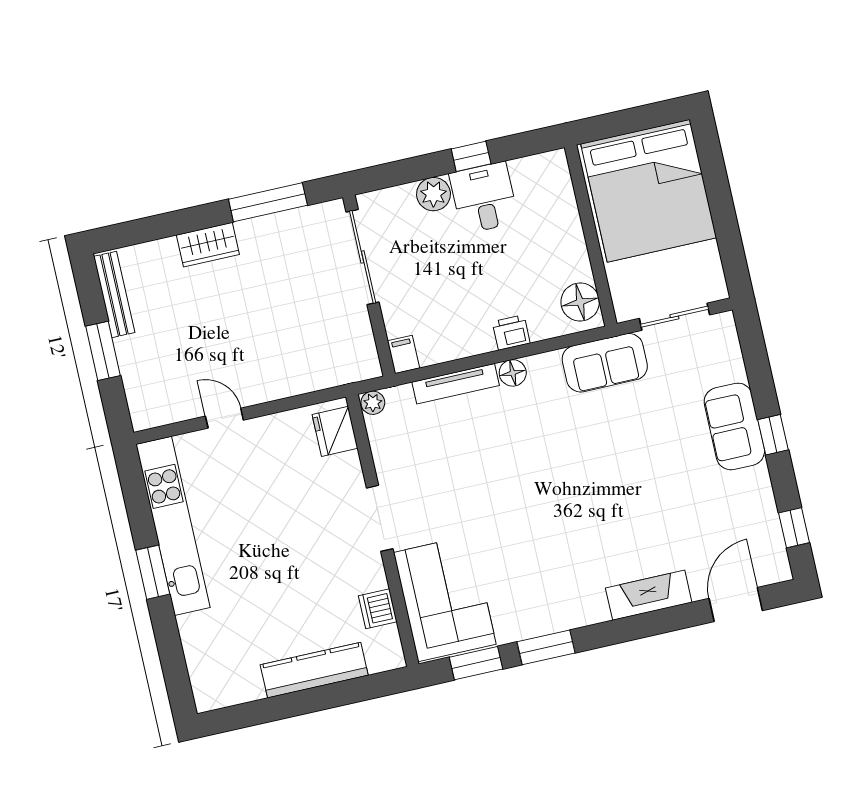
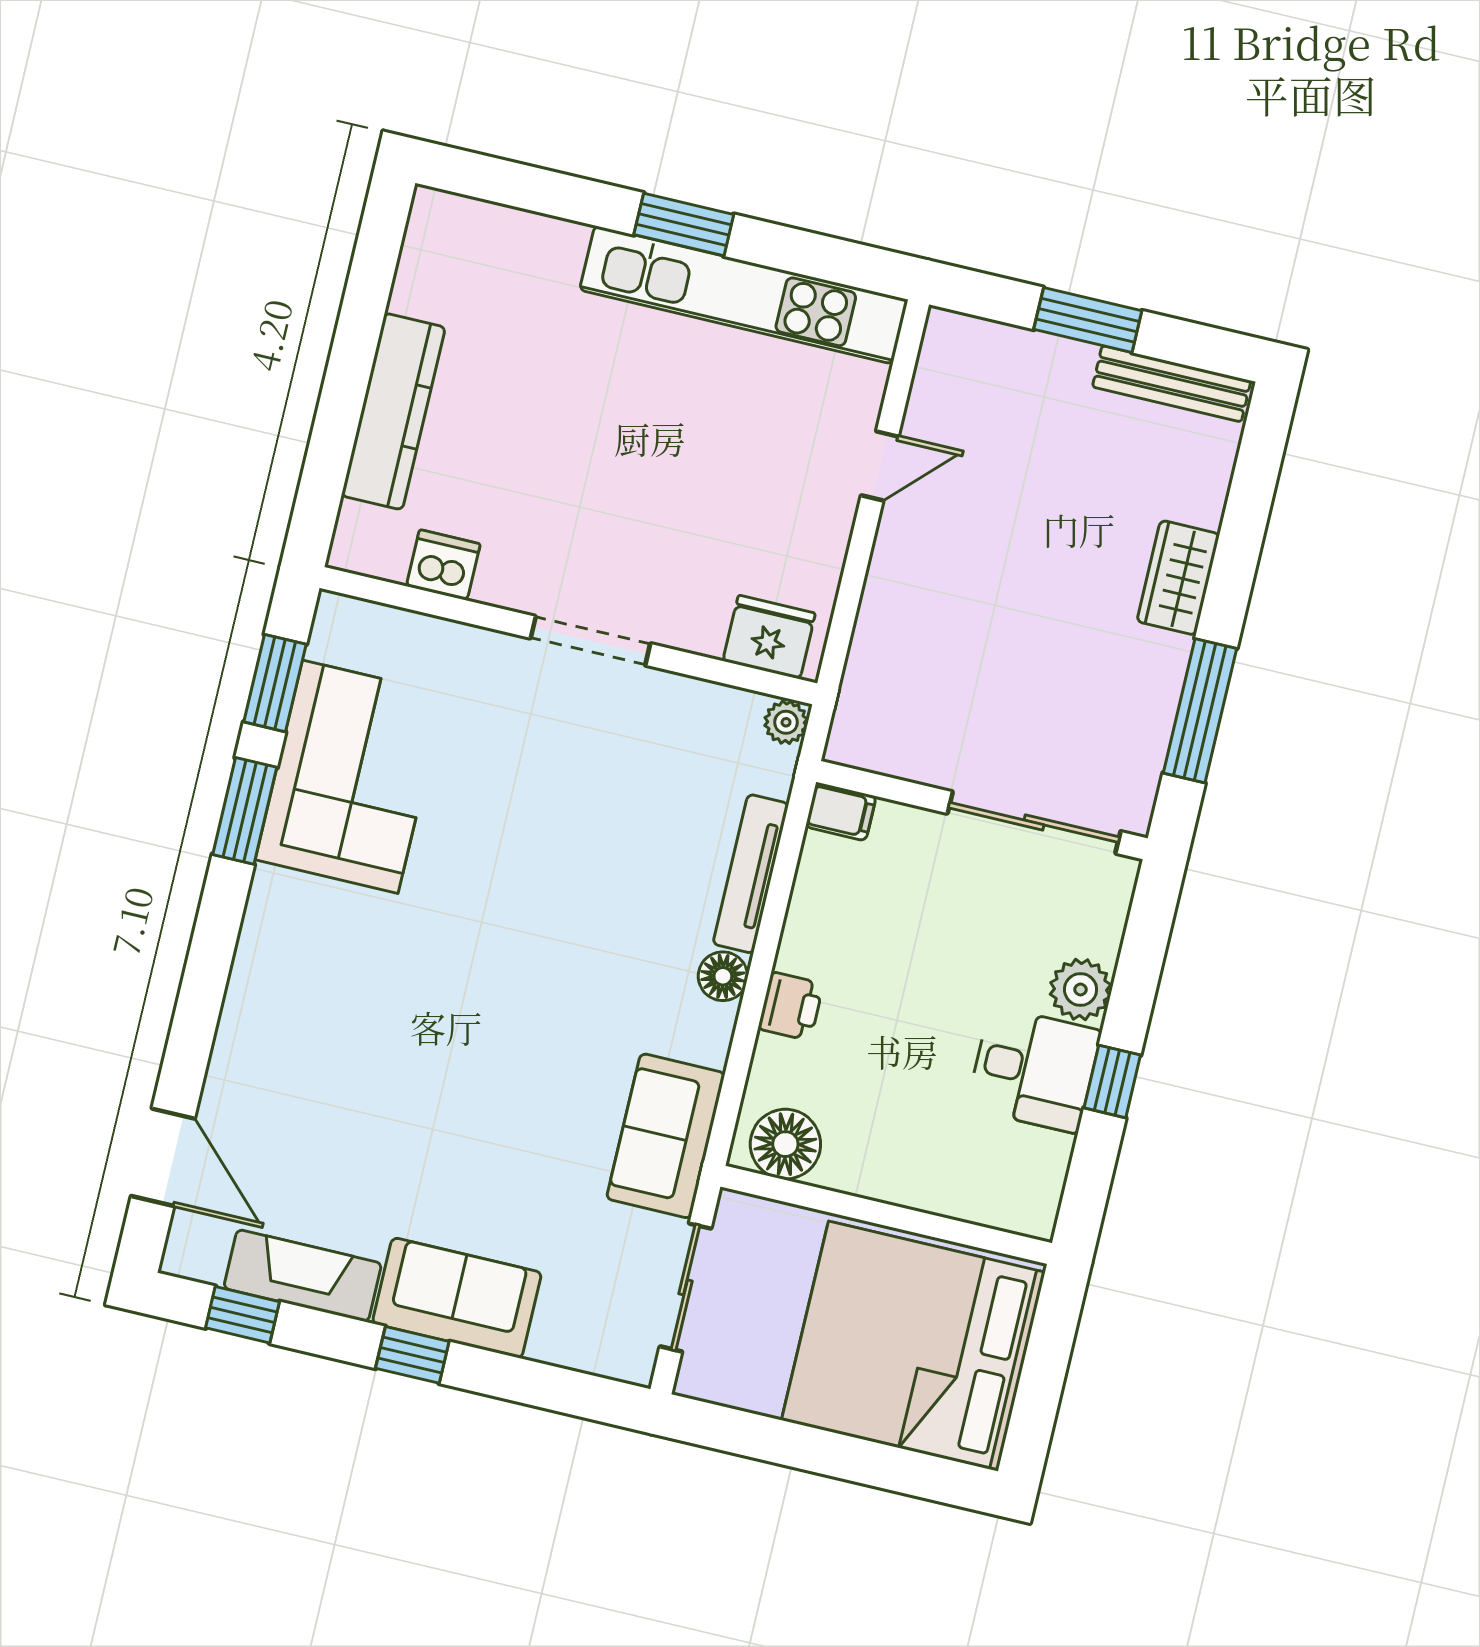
fireplace: (649, 595) -> (303, 1276), moved, turned -90
corner sofa: (445, 598) -> (350, 777), moved, turned -90

